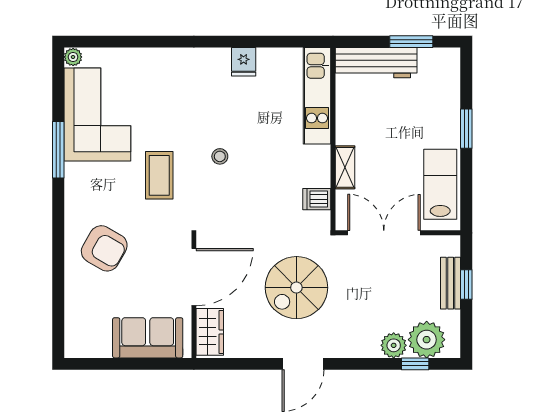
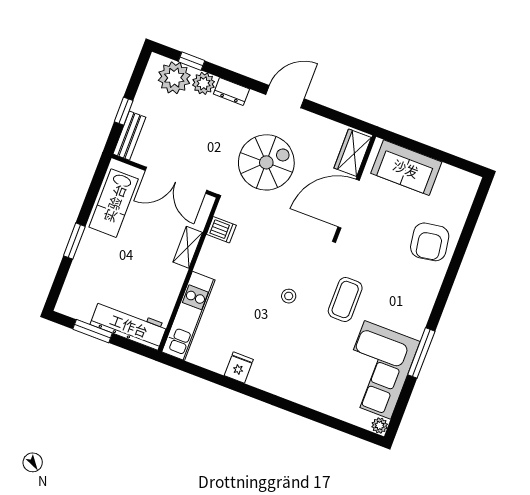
armchair: (104, 248) -> (430, 242), moved, turned -129
bench: (451, 283) -> (129, 136), moved
dresser: (361, 348) -> (231, 92), added

